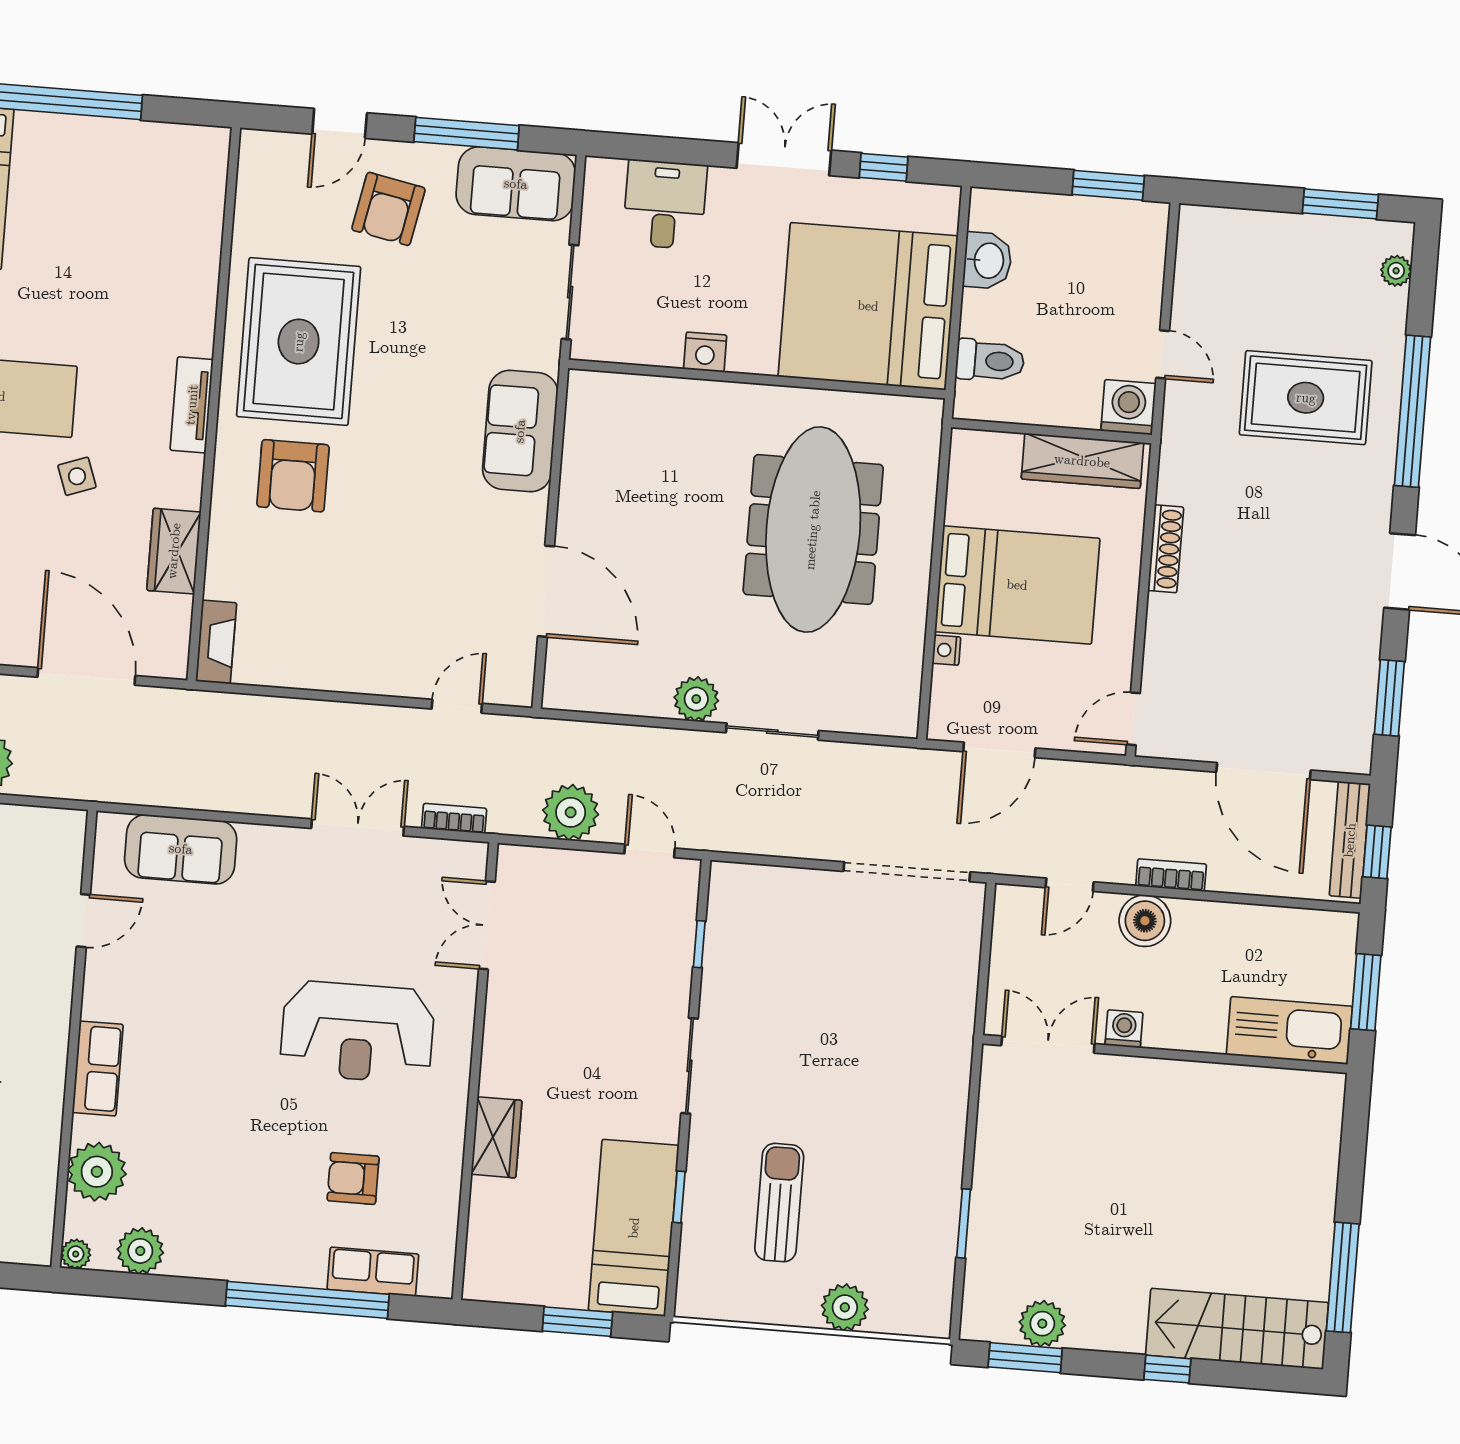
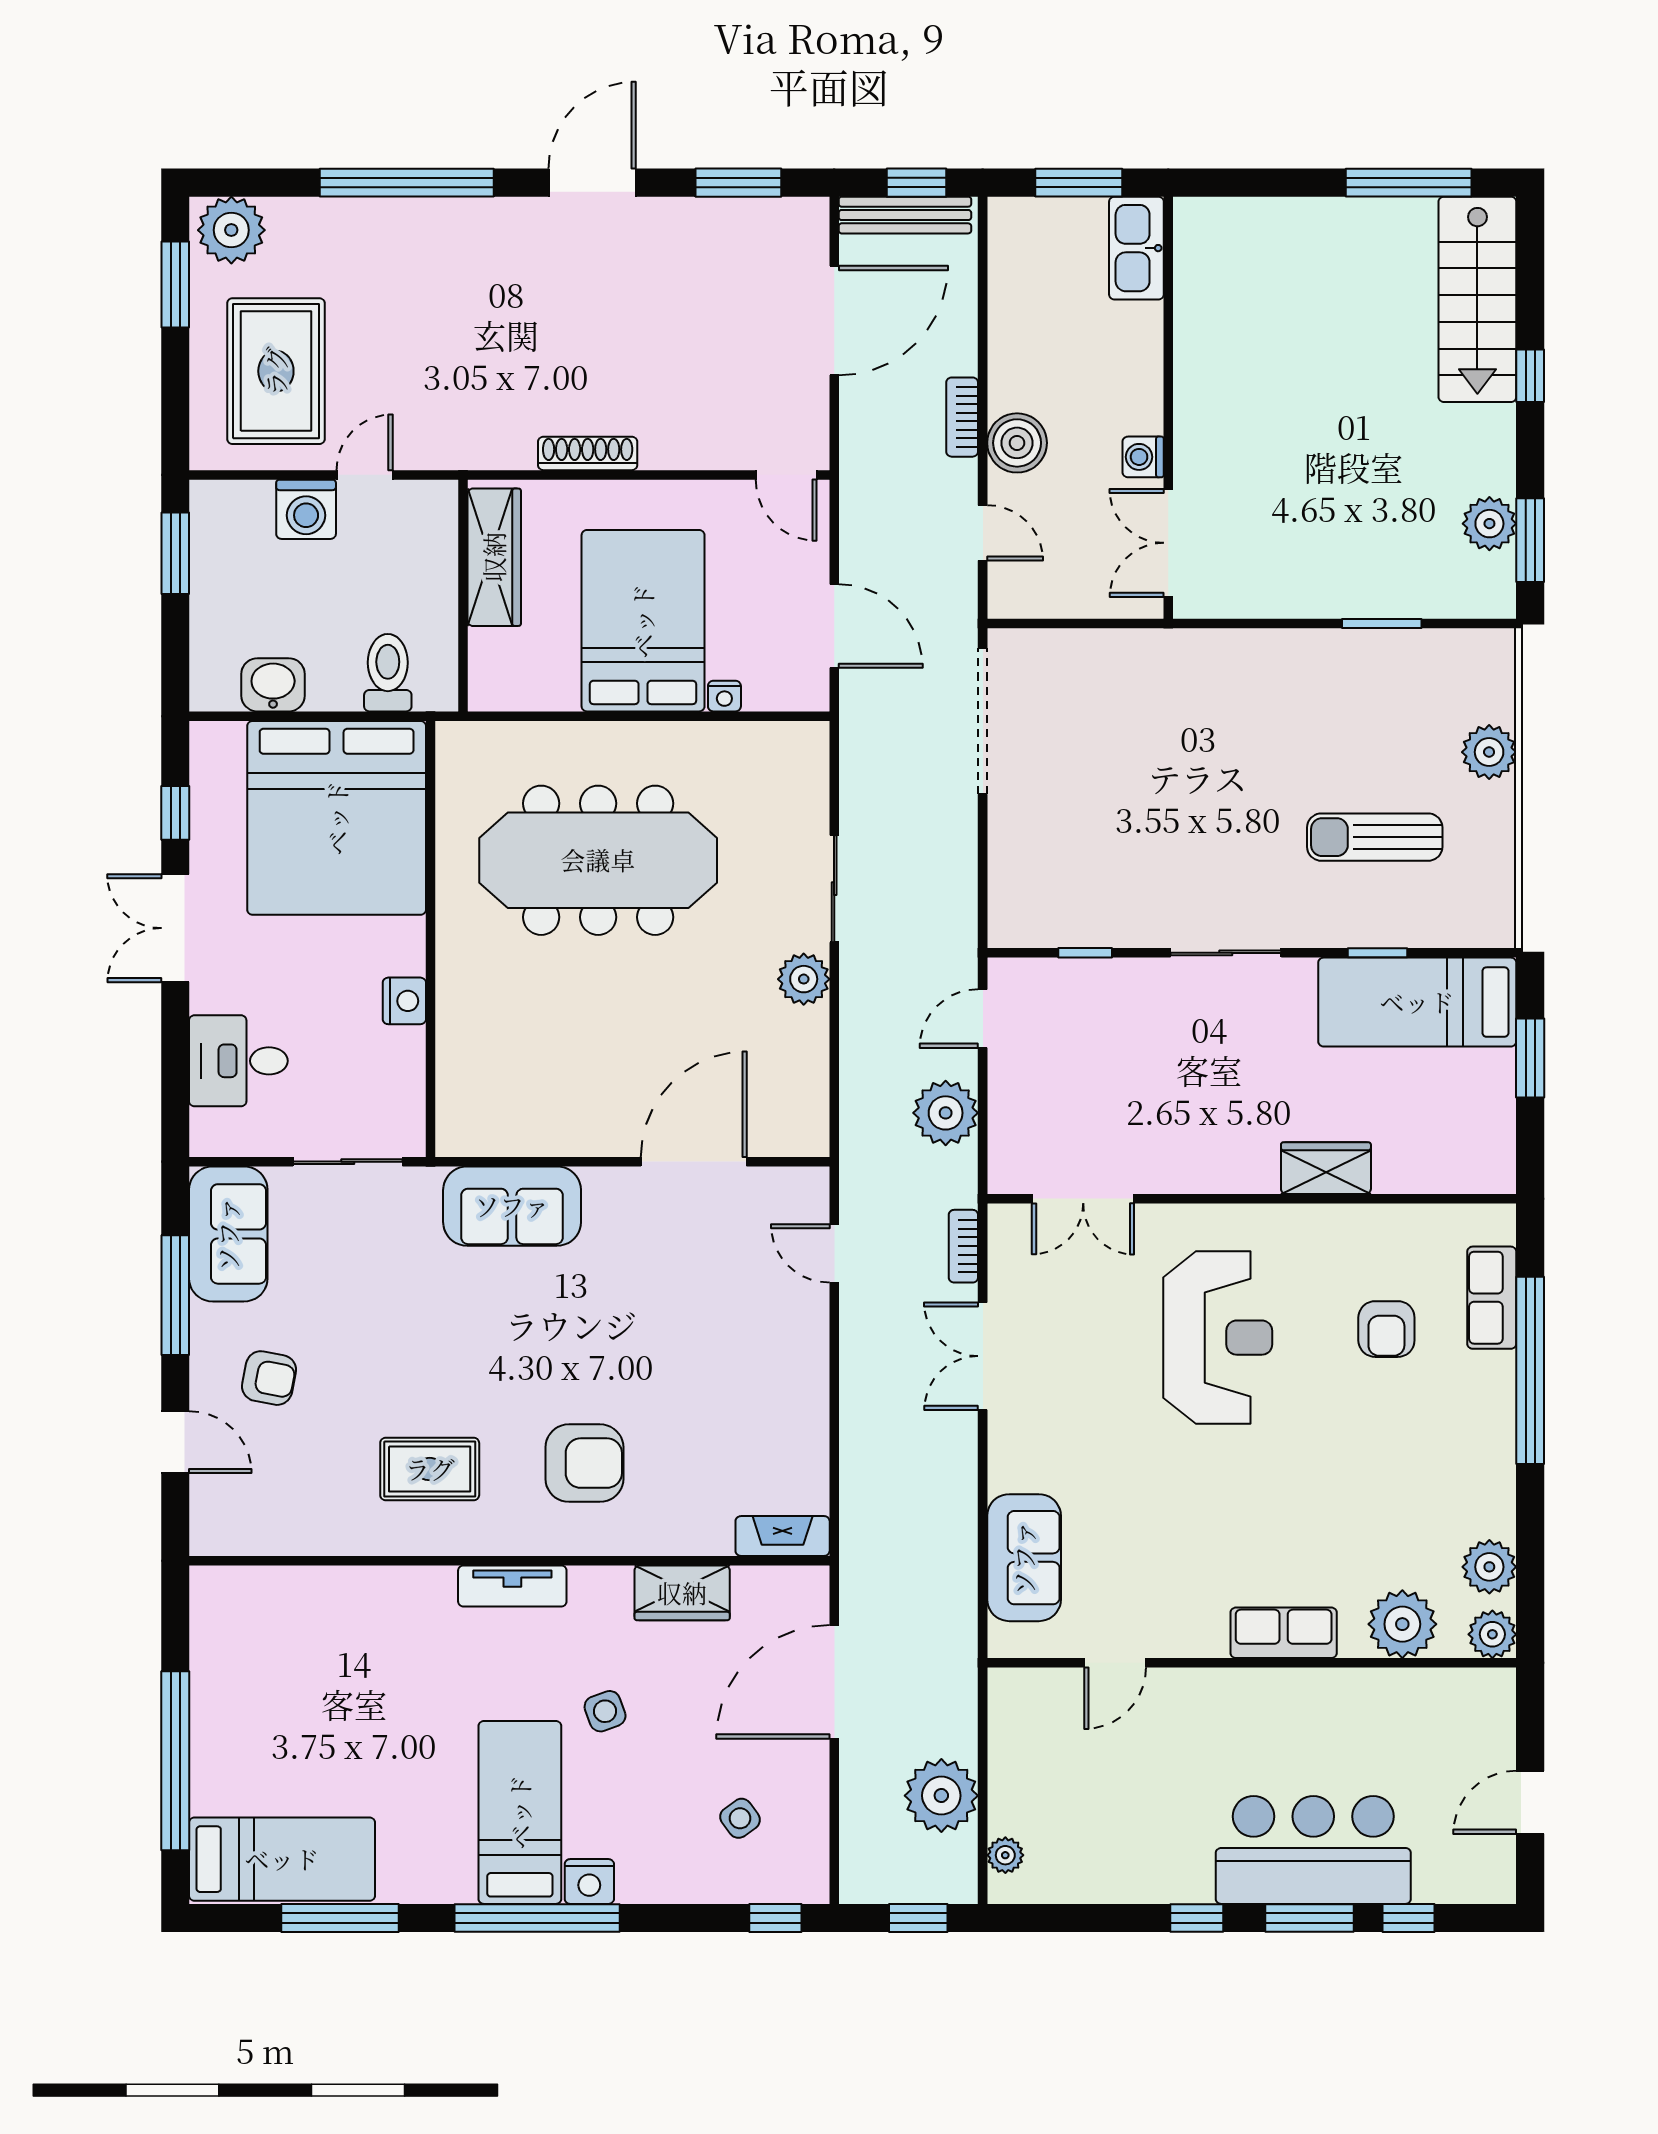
armchair: (388, 209) -> (269, 1378), width x0.72, depth x0.72
plant: (1396, 271) -> (231, 230), width x1.88, depth x1.88
rug: (299, 342) -> (430, 1469), width x0.54, depth x0.49
rug: (1306, 398) -> (276, 371), moved
washing machine: (1128, 407) -> (306, 509), moved, turned -90
door: (83, 921) -> (1115, 1663), swing flipped
kitchen sink: (1289, 1031) -> (1136, 248), width x0.73, depth x0.81
plant: (76, 1254) -> (1492, 1634), width x1.38, depth x1.38

